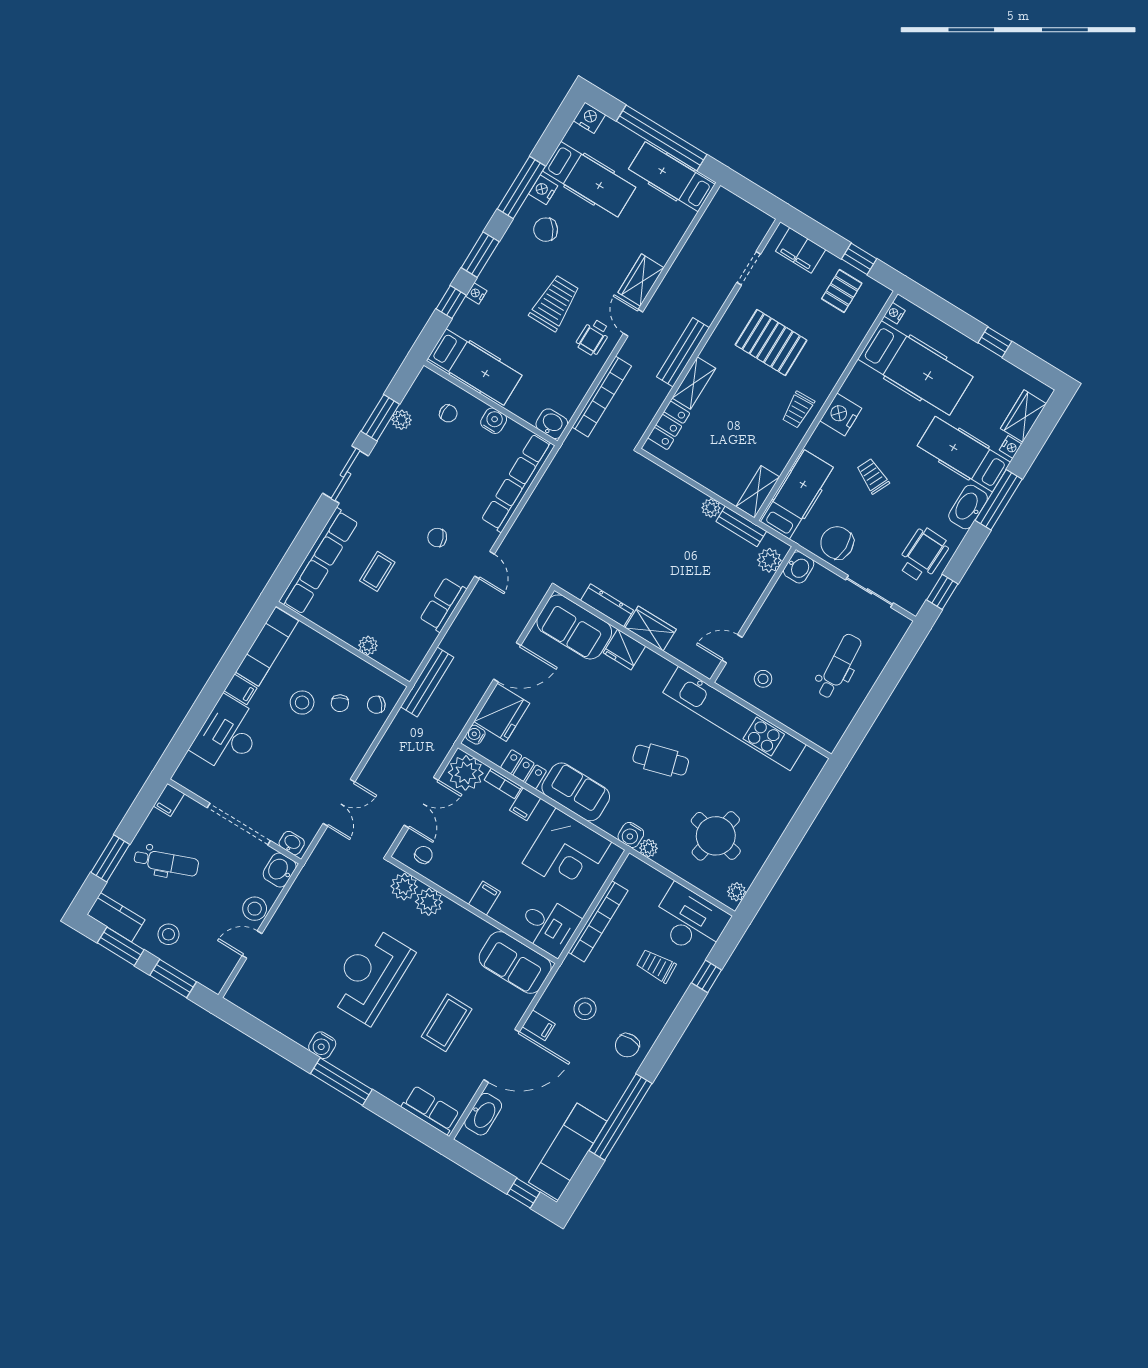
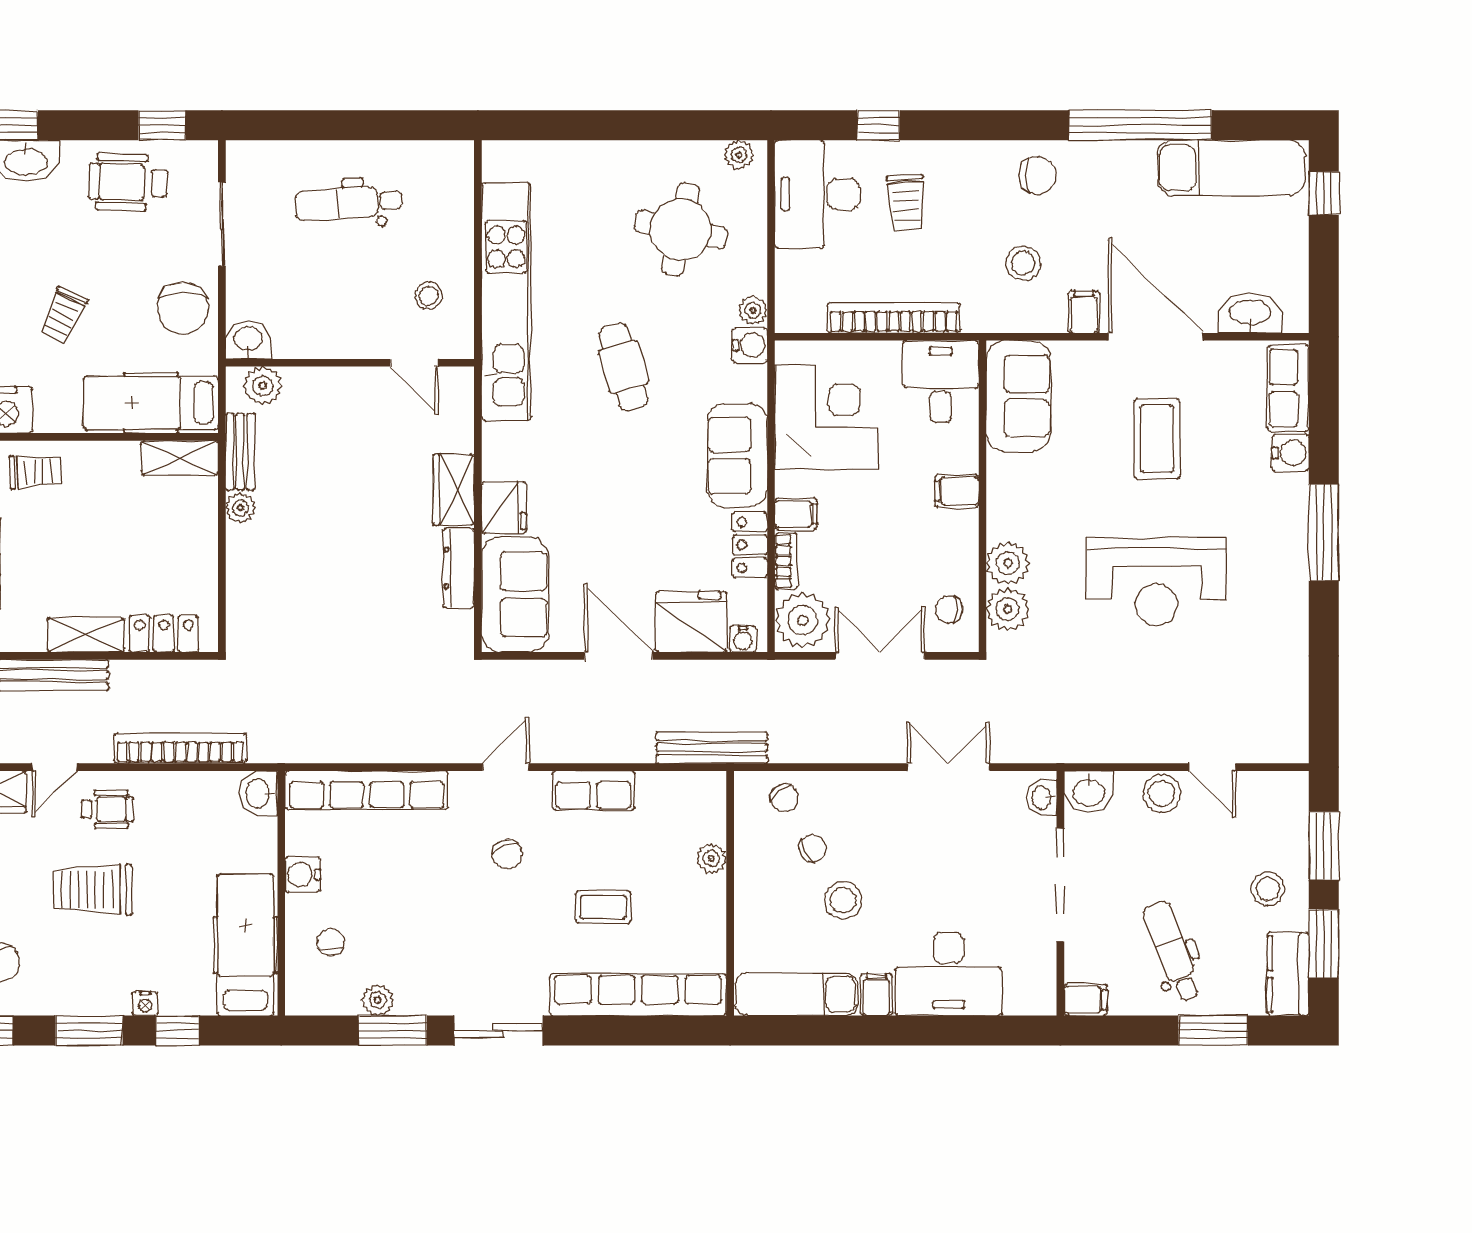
coffee table: (447, 1023) -> (1157, 439), turned 90
water cooler: (322, 1045) -> (1290, 453), moved

